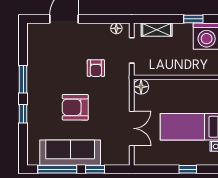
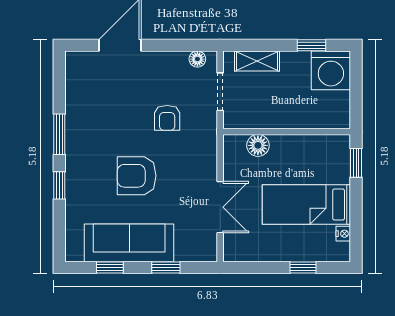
floor lamp: (141, 87) -> (258, 145), moved
window: (57, 169) -> (110, 268), width x0.46

